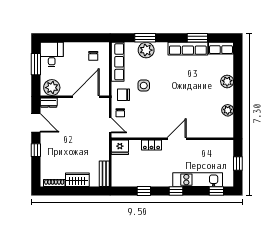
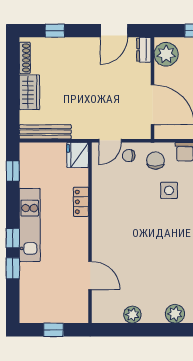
door: (177, 139) -> (90, 275), moved
window: (36, 150) -> (55, 31), moved
bench: (104, 174) -> (45, 132), width x1.36
kitchen unit: (198, 180) -> (30, 225), moved
window: (144, 191) -> (13, 171), moved
window: (216, 191) -> (13, 268), moved

